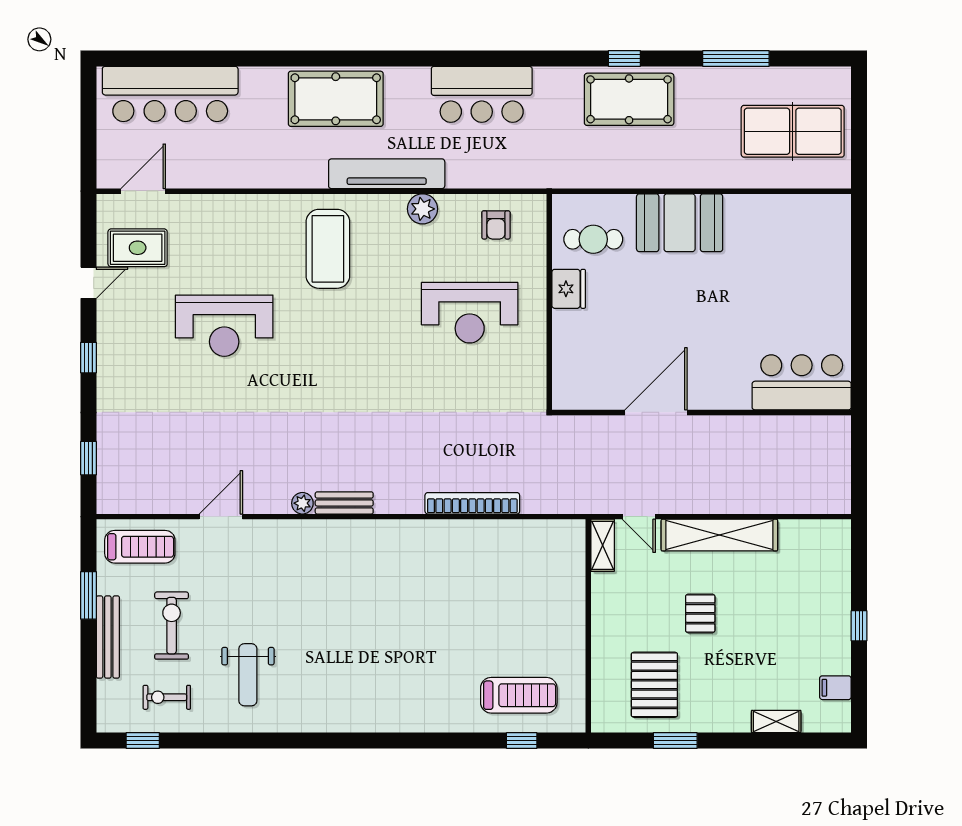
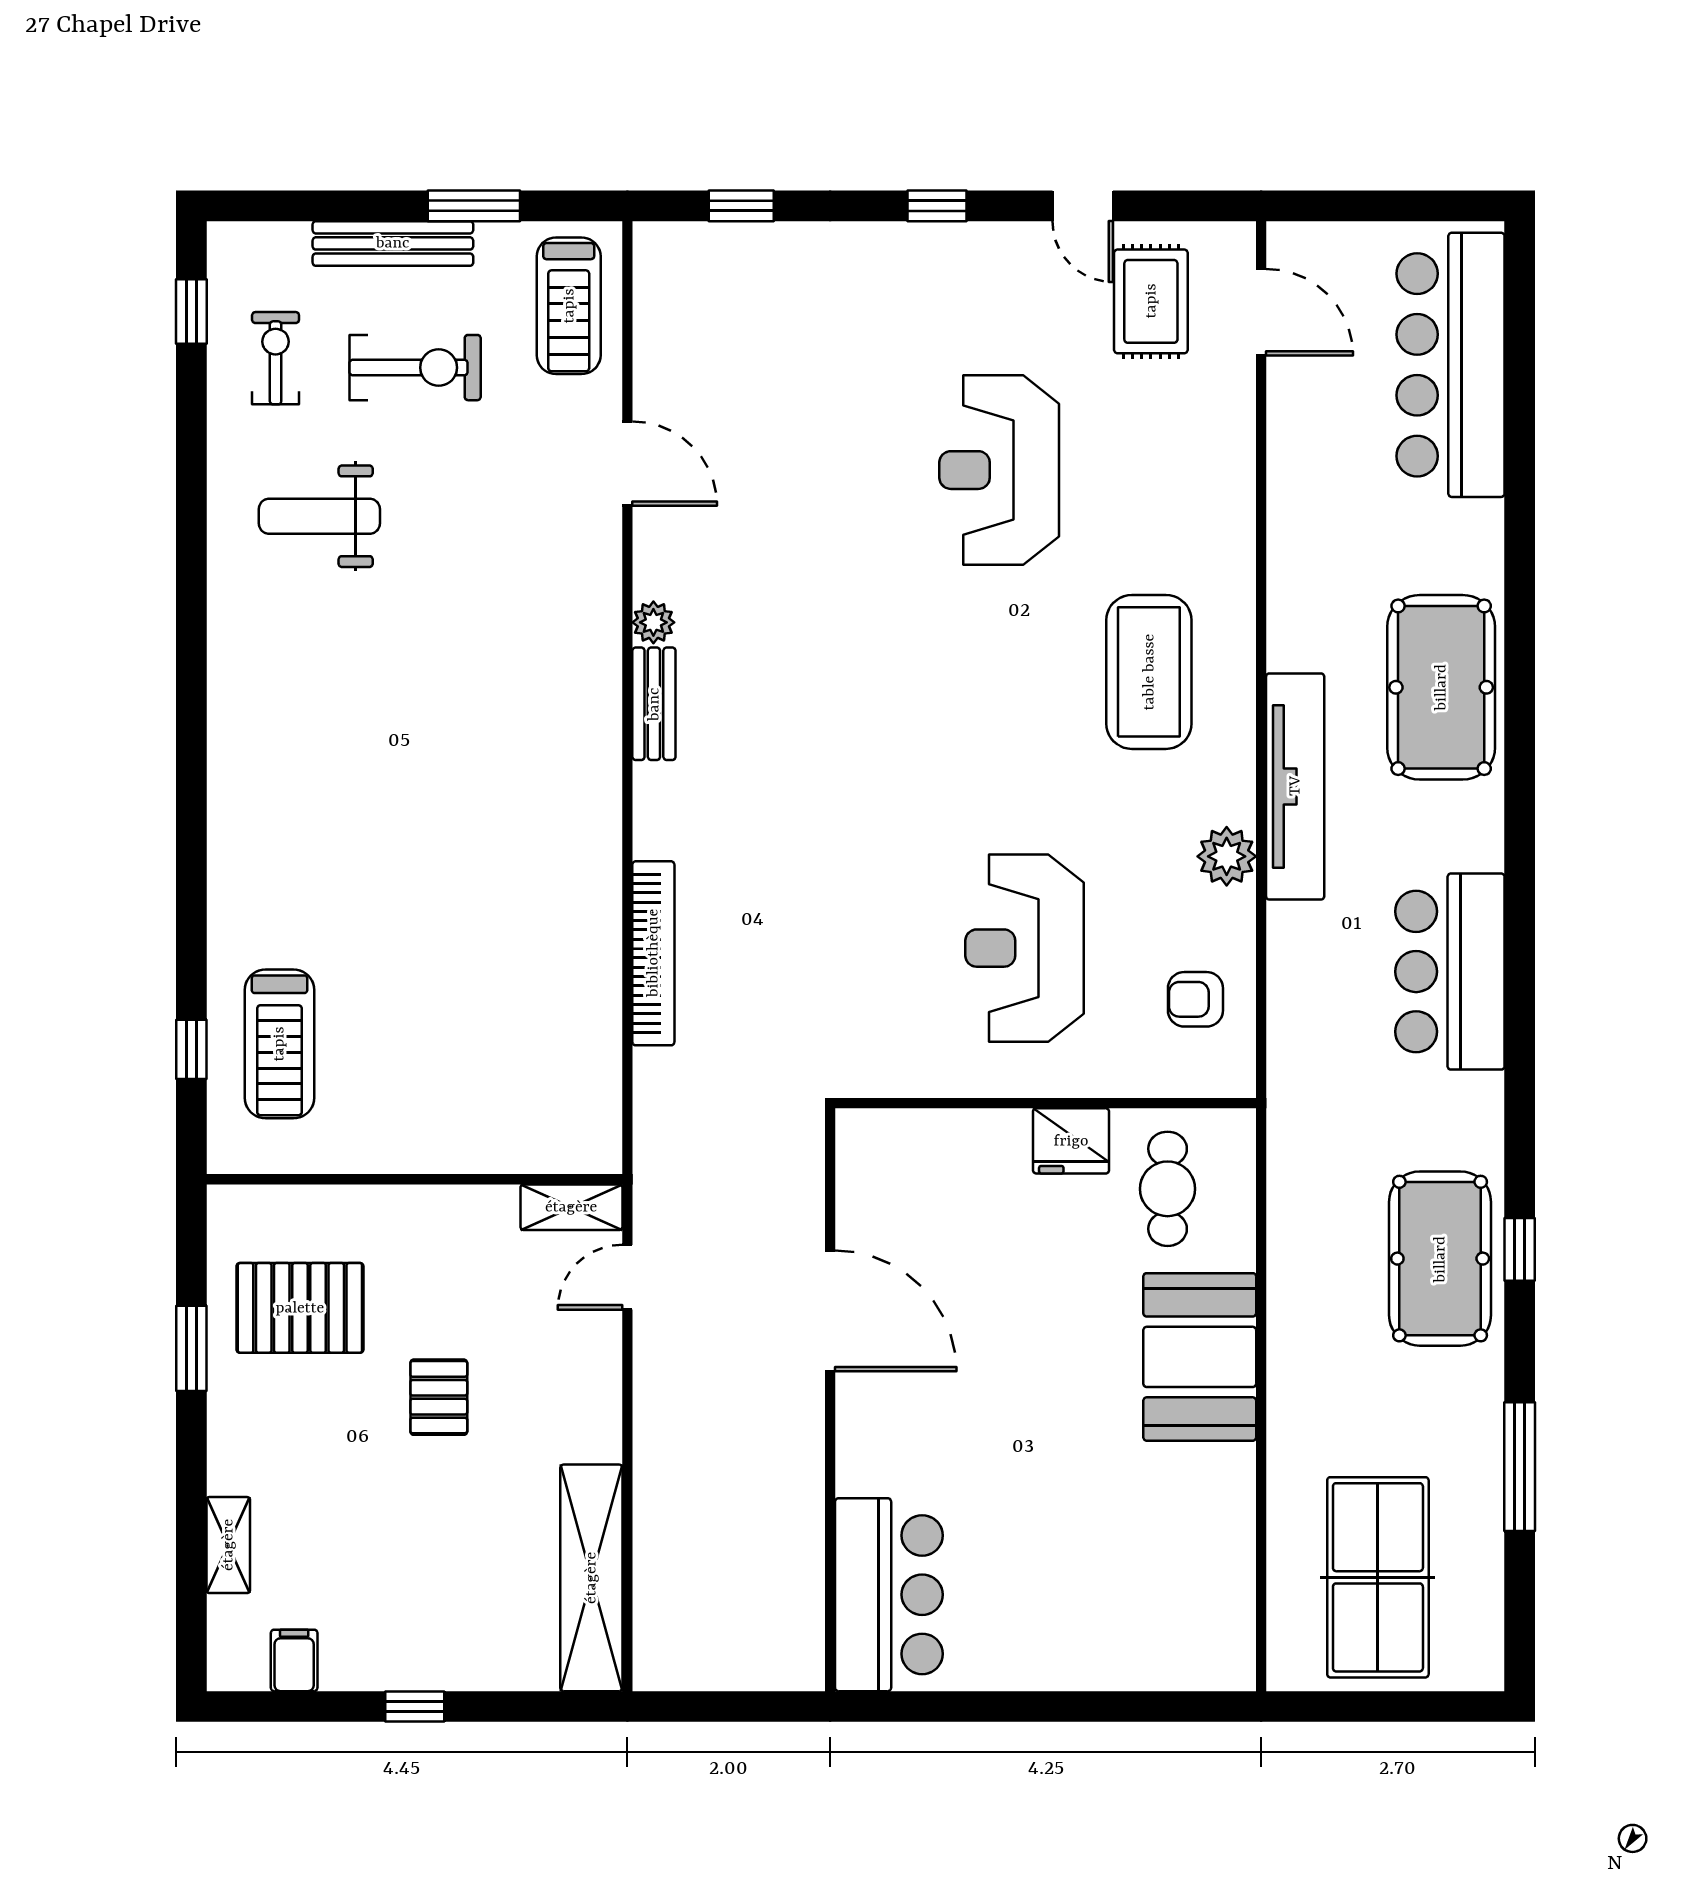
coffee table: (328, 249) -> (1149, 672), turned 90
shelving: (719, 535) -> (591, 1578), moved
pallet: (700, 613) -> (439, 1397), turned 90

